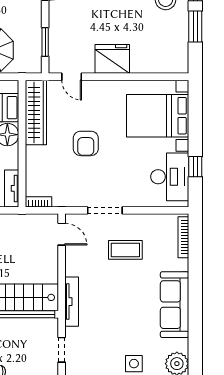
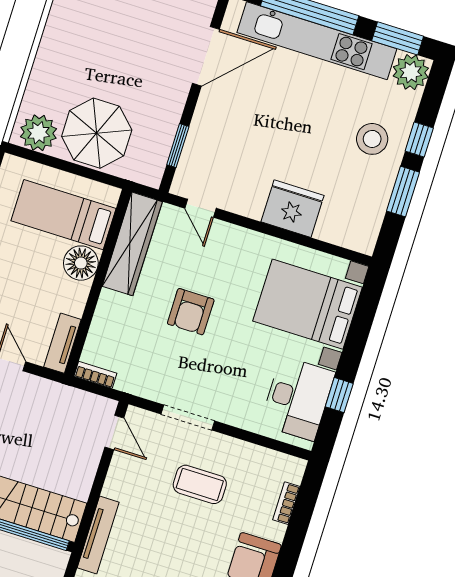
fridge: (112, 59) -> (292, 209), moved
bookcase: (183, 237) -> (286, 503), width x0.64

